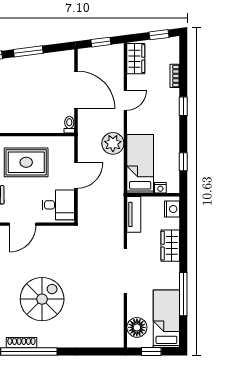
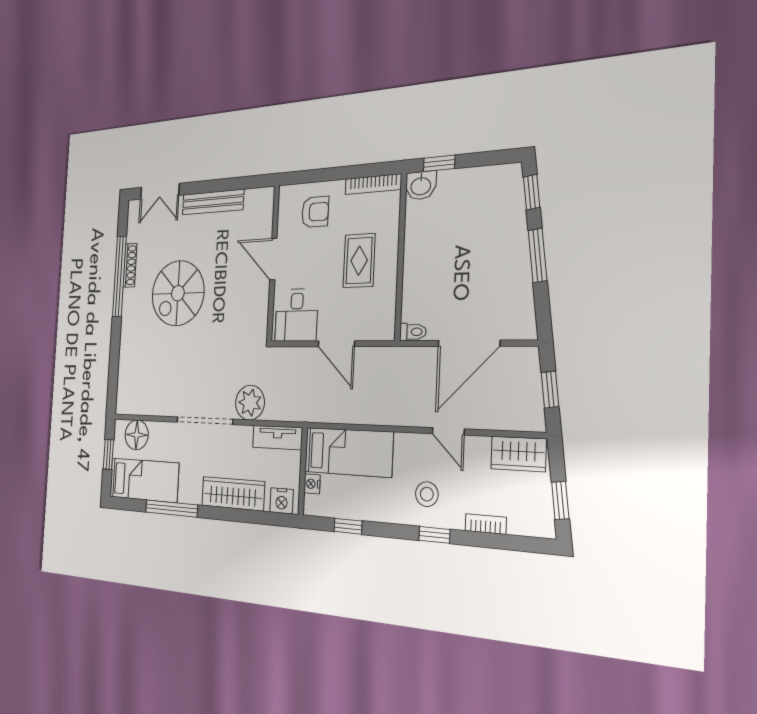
stool: (161, 112) -> (427, 494), added
plant: (113, 143) -> (250, 403), moved
rug: (26, 162) -> (359, 261), width x0.73, depth x0.70
wardrobe: (170, 246) -> (233, 494), width x1.50
spiral stairs: (42, 299) -> (178, 293), turned 90

